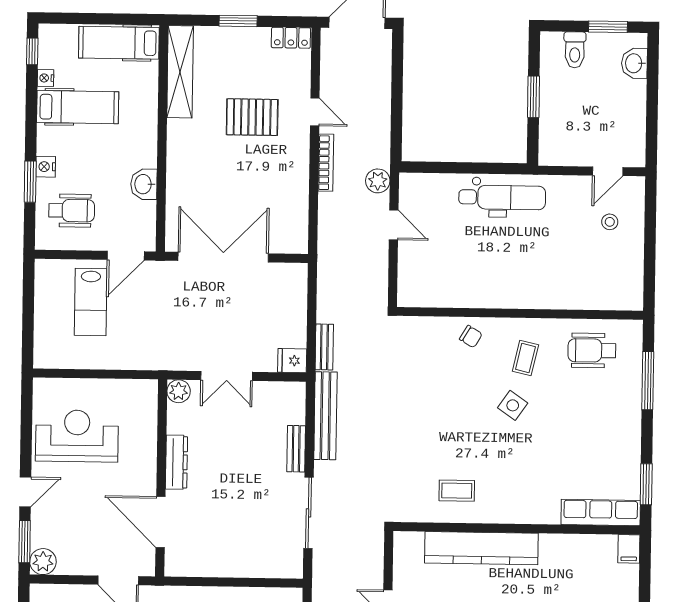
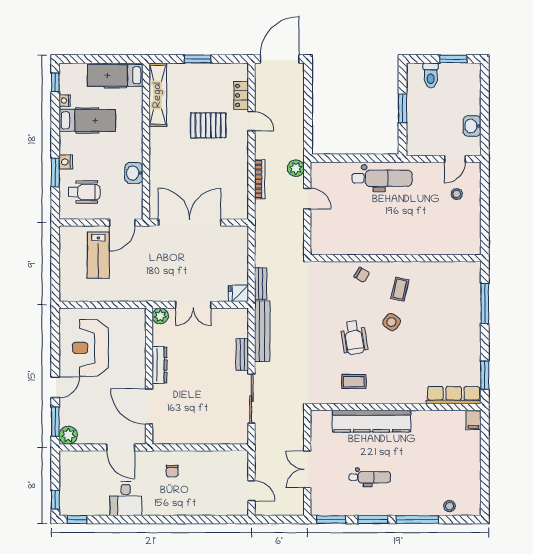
locker: (291, 38) -> (241, 95), moved, turned 90
washbasin: (634, 63) -> (472, 126), moved
bookcase: (326, 163) -> (260, 179), moved
wheelchair: (592, 350) -> (354, 338), moved, turned -99
reception desk: (77, 436) -> (90, 348), turned -90

